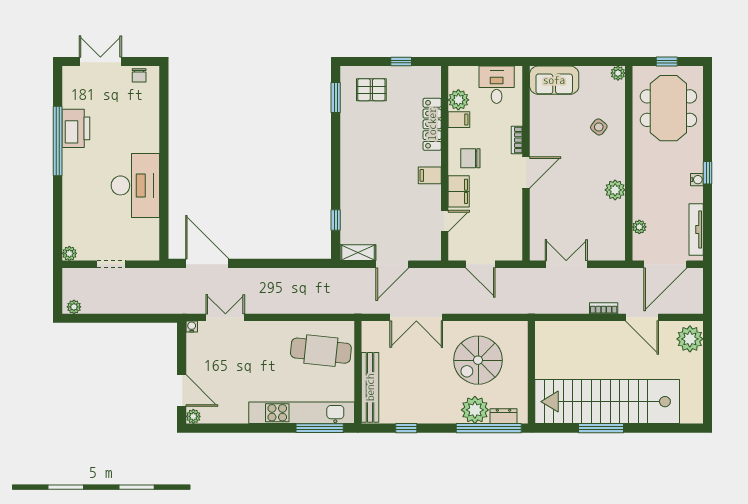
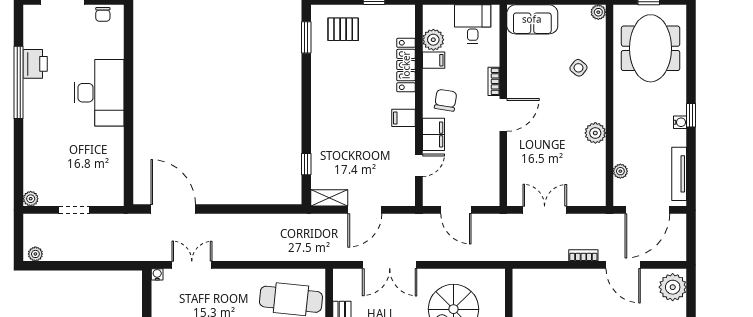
printer: (76, 128) -> (35, 64), width x0.73, depth x0.84
chair: (470, 158) -> (446, 100), turned 99
desk: (135, 185) -> (99, 93), moved

